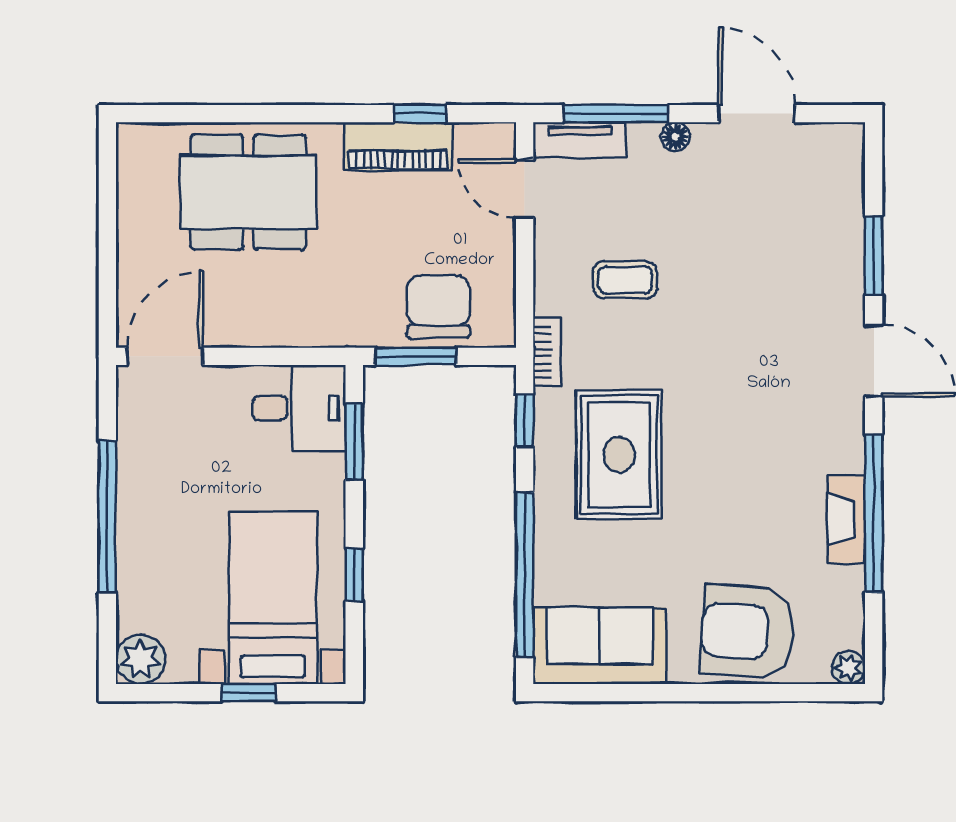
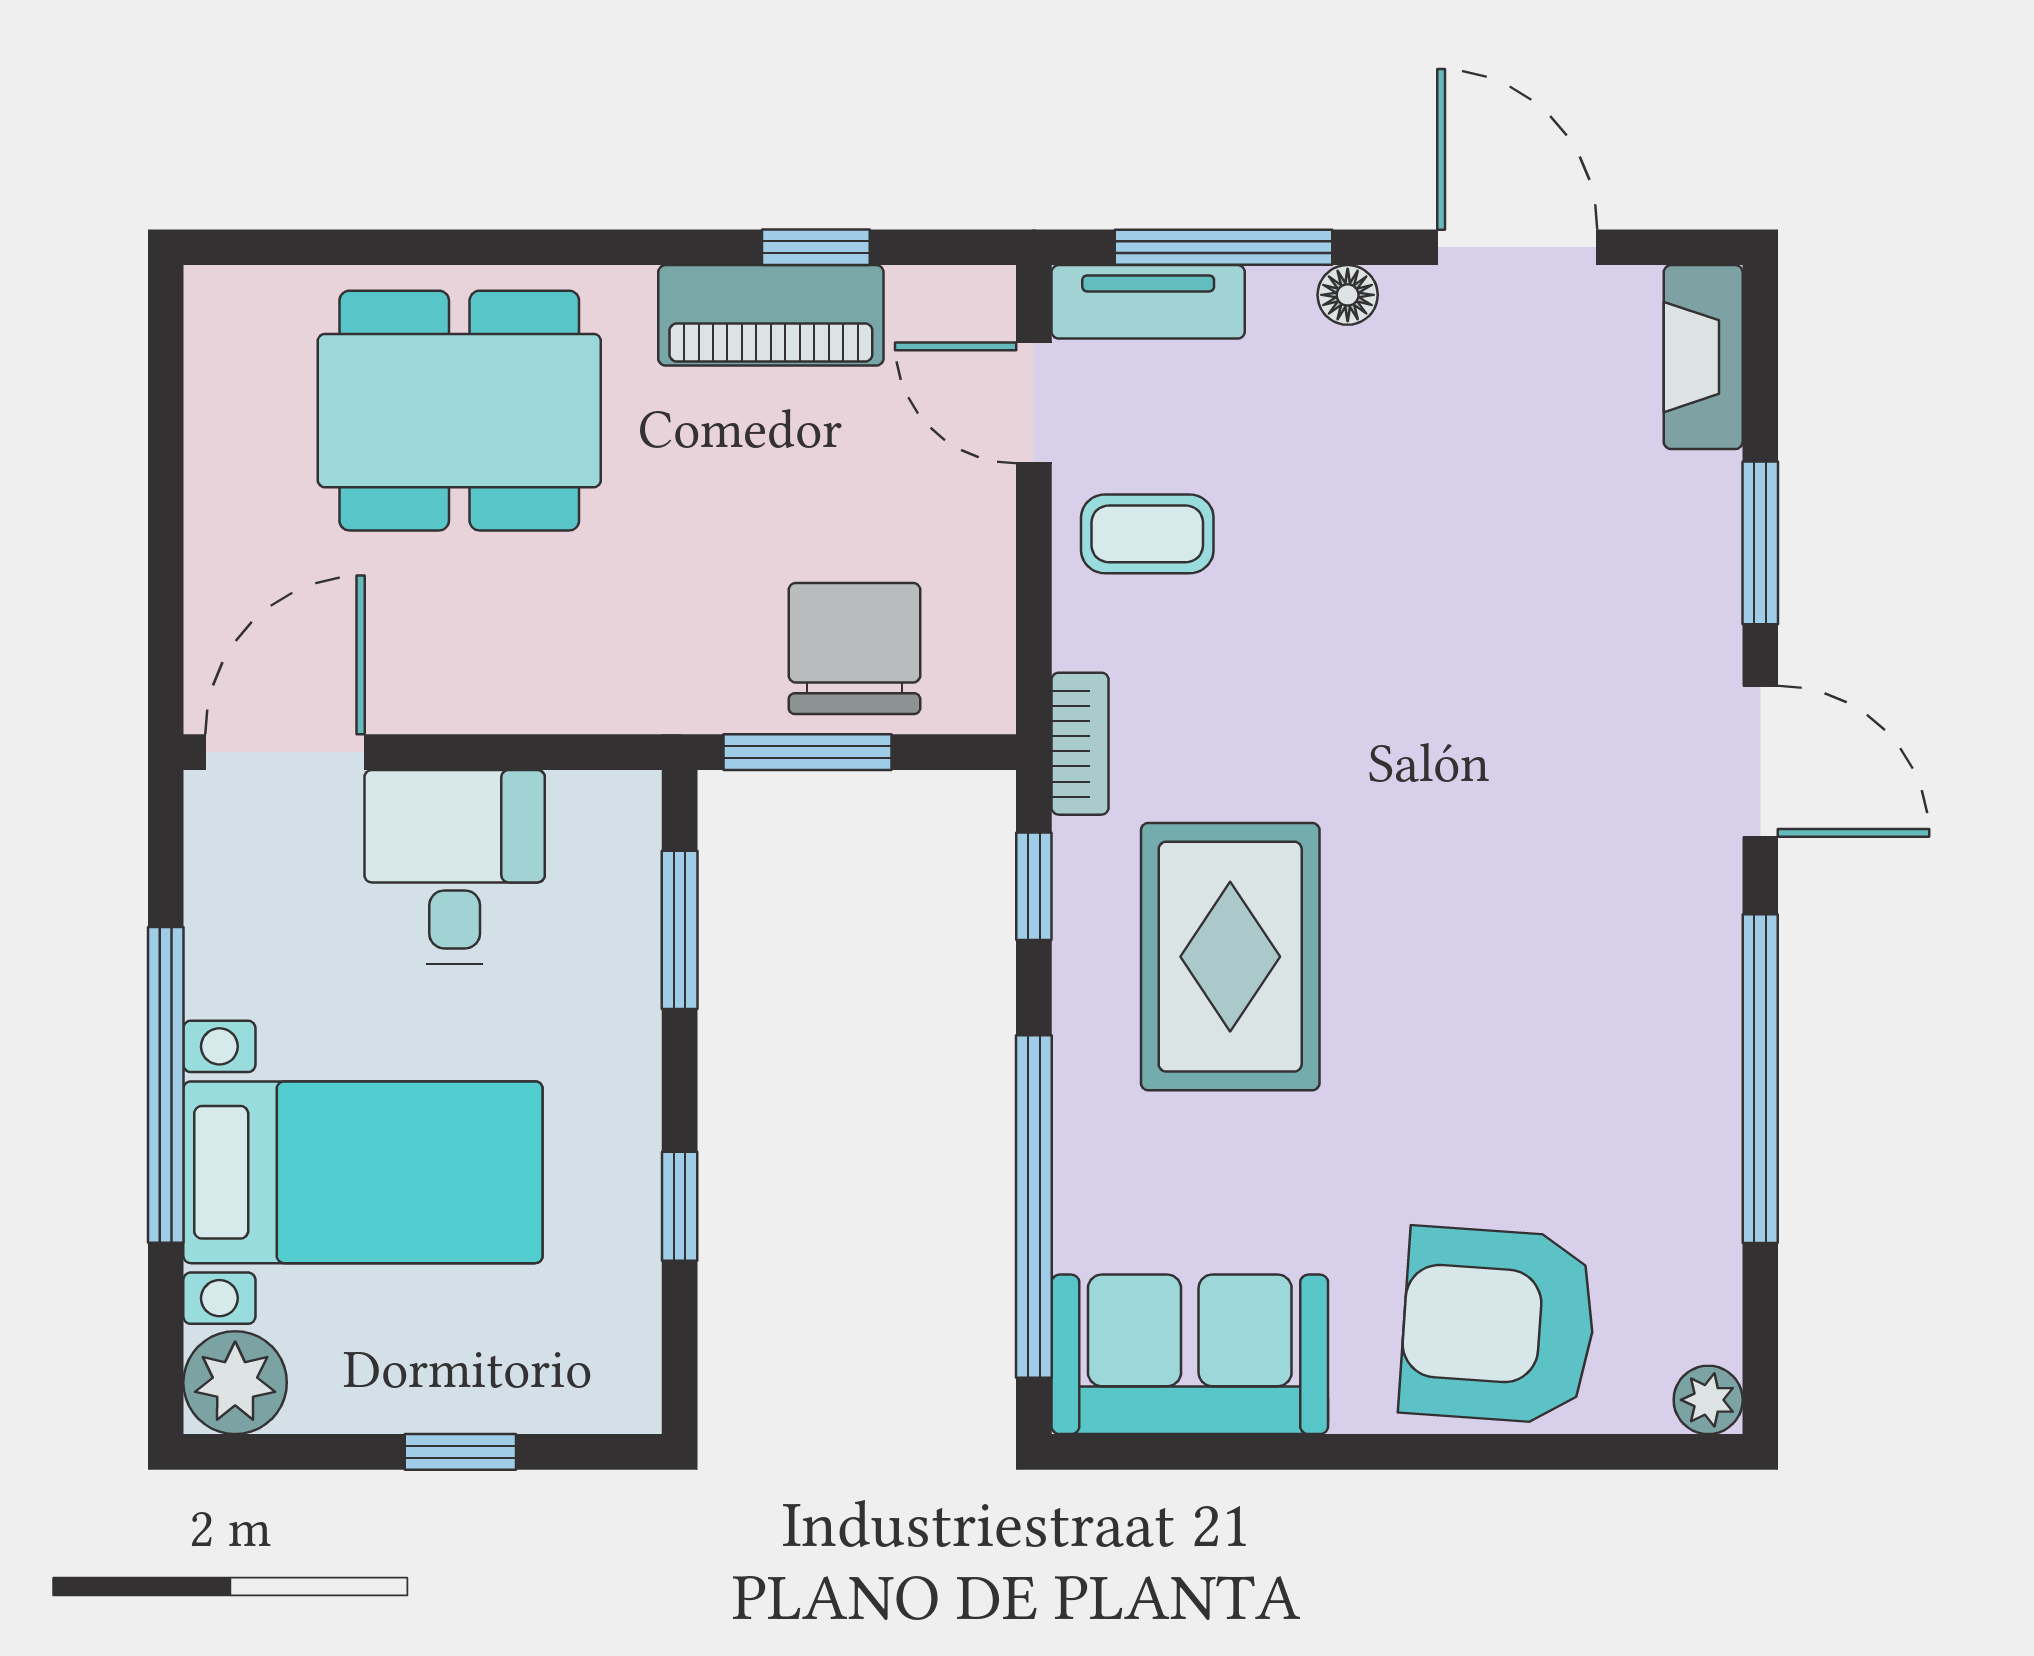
coffee table: (625, 280) -> (1147, 534), moved
desk: (299, 408) -> (455, 867), moved, turned -90
fireplace: (846, 519) -> (1703, 357), moved
bed with nightstands: (273, 598) -> (363, 1172), moved, turned 90

